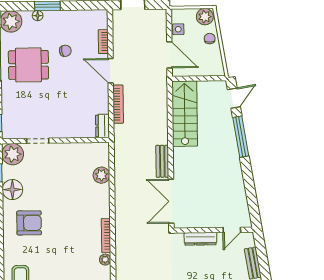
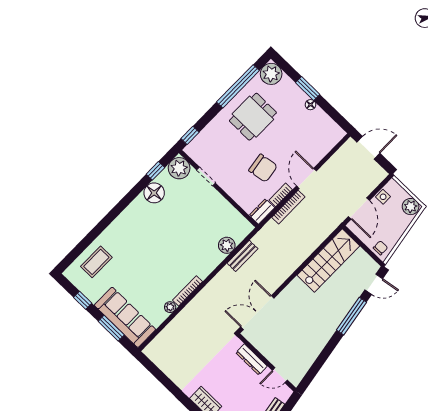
floor lamp: (38, 16) -> (311, 105), moved
chair: (210, 39) -> (380, 248), moved
bookcase: (103, 42) -> (281, 195), moved
chair: (65, 51) -> (263, 168), moved, width x1.87, depth x1.87
dining table: (28, 65) -> (253, 117), turned 90
bench: (162, 161) -> (242, 256), moved
armchair: (29, 223) -> (142, 228), removed

